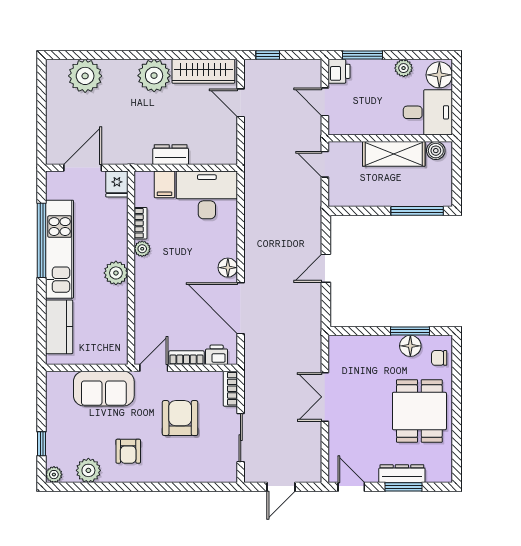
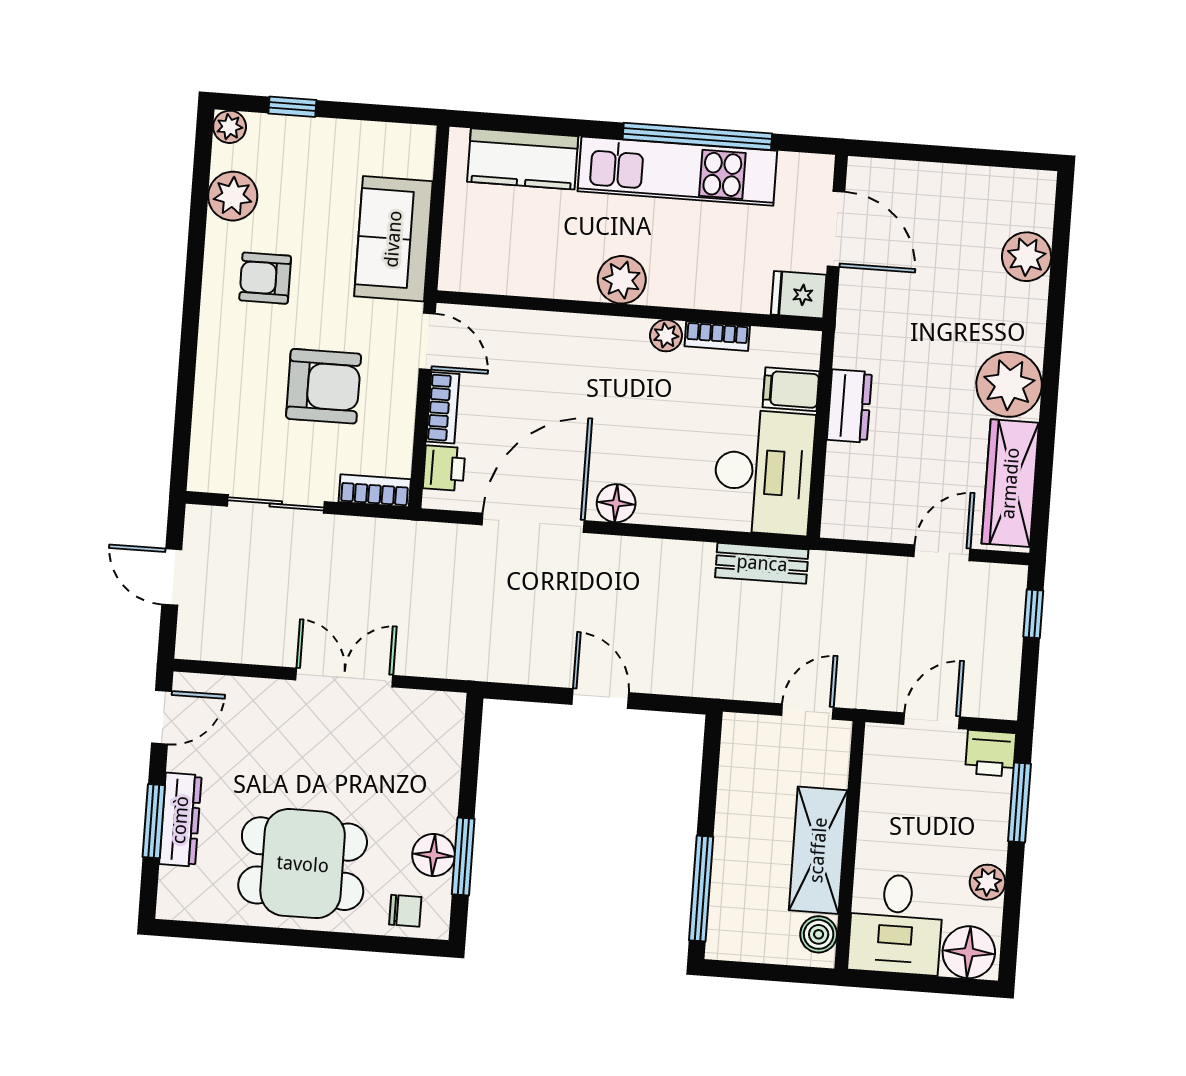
plant: (85, 76) -> (1027, 257), width x0.73, depth x0.73
bench: (252, 193) -> (762, 563), added
chair: (439, 358) -> (405, 911), turned 90

